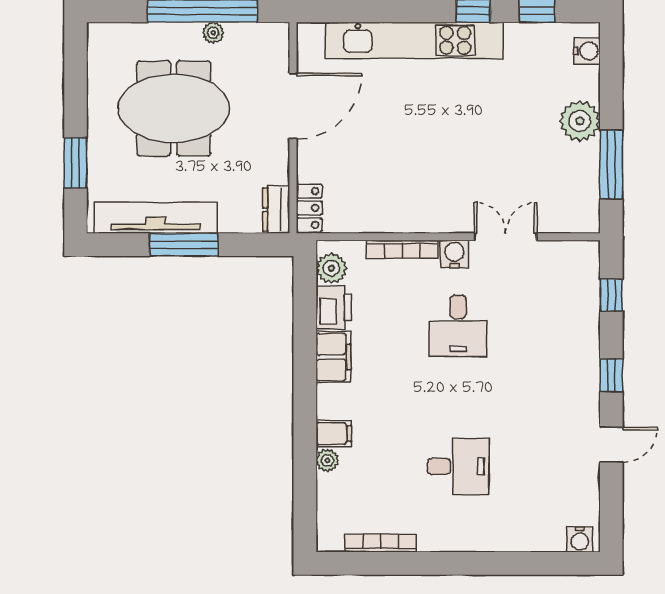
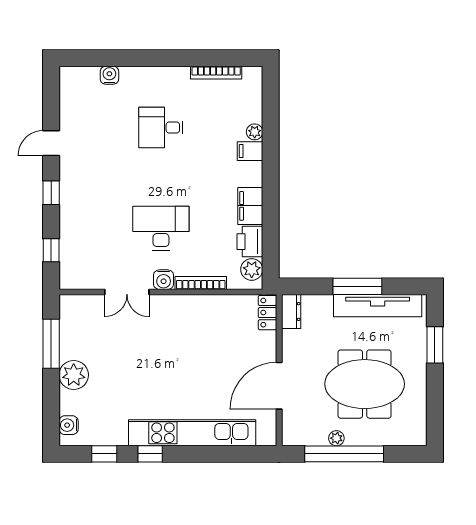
desk: (458, 326) -> (161, 228), width x1.37
water cooler: (580, 539) -> (109, 75), moved

